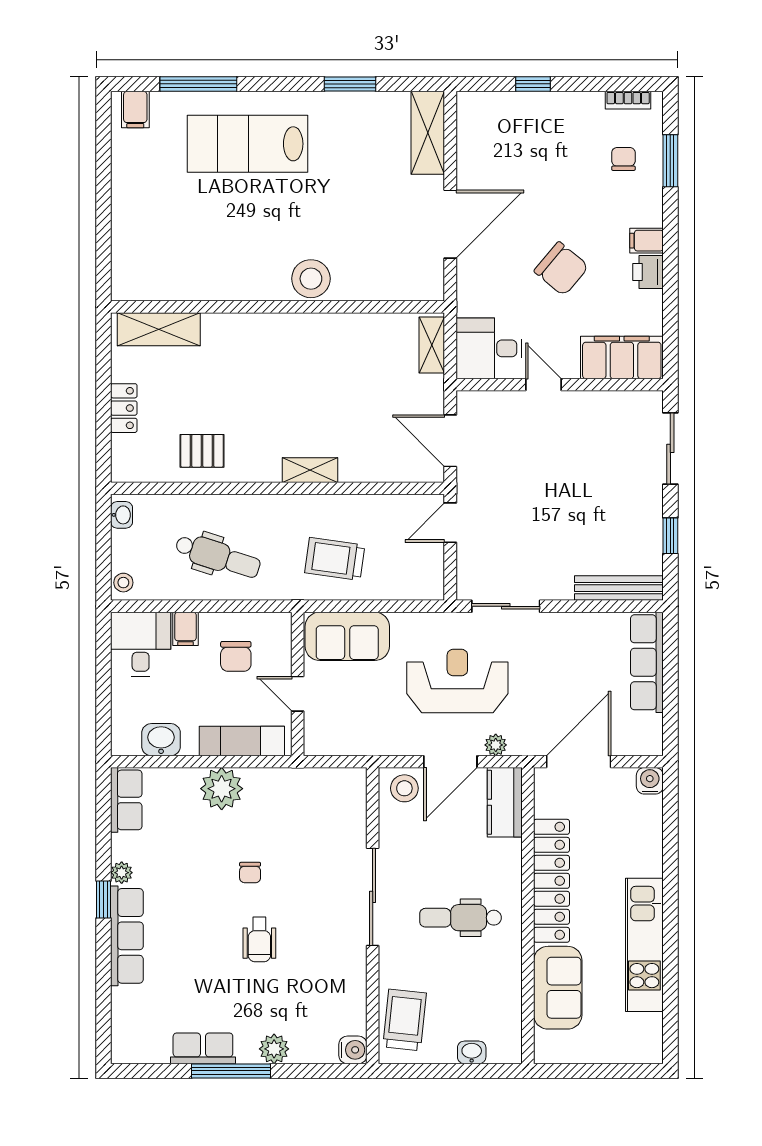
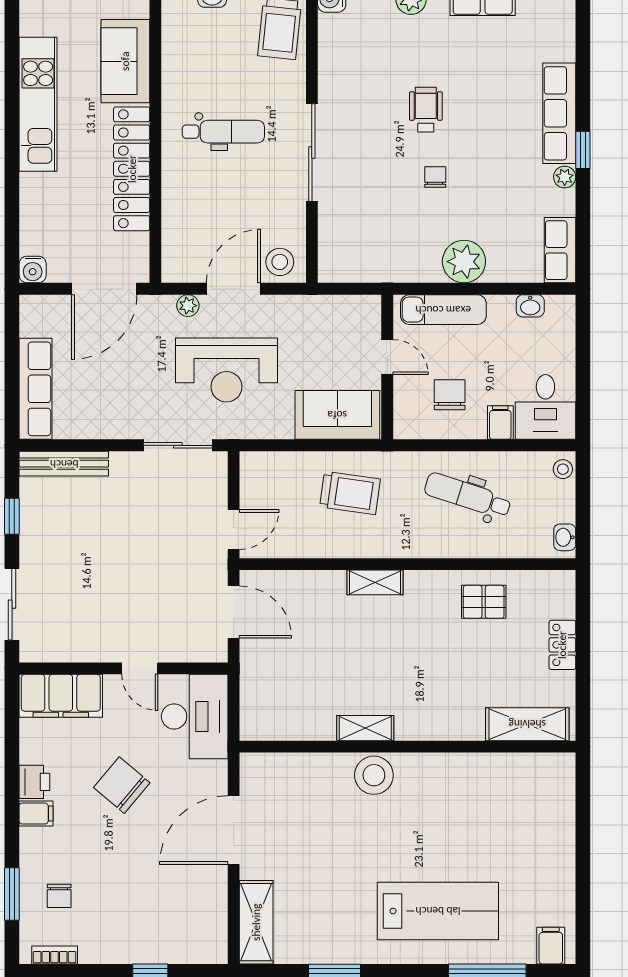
shelving: (432, 345) -> (365, 728), moved, turned 90
desk: (489, 348) -> (195, 716), width x1.37
washbasin: (161, 740) -> (530, 306), width x0.72, depth x0.69
kitchen counter: (505, 802) -> (179, 248), removed

